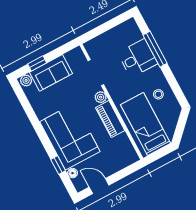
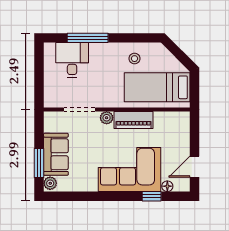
desk: (138, 58) -> (72, 60), moved
window: (37, 63) -> (39, 163), width x1.50

